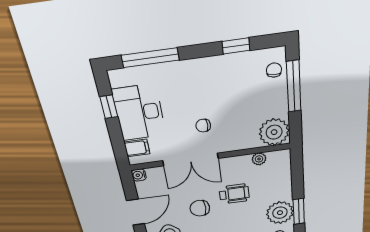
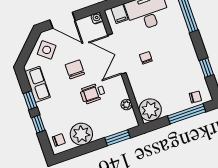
wheelchair: (234, 194) -> (93, 93), turned 90
window: (299, 211) -> (117, 138), moved

